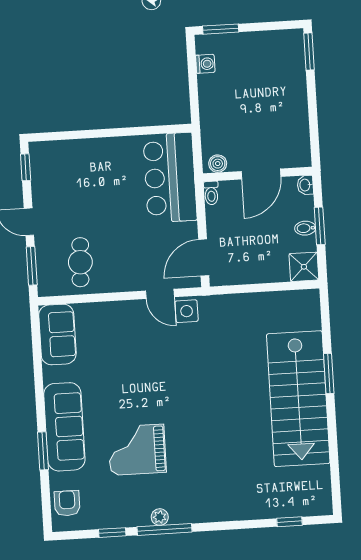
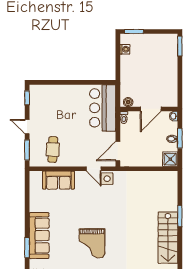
sofa: (57, 334) -> (58, 180), moved, turned 90
stairs: (298, 399) -> (168, 238), width x0.73, depth x0.66
grand piano: (137, 450) -> (92, 243), moved, turned -90

